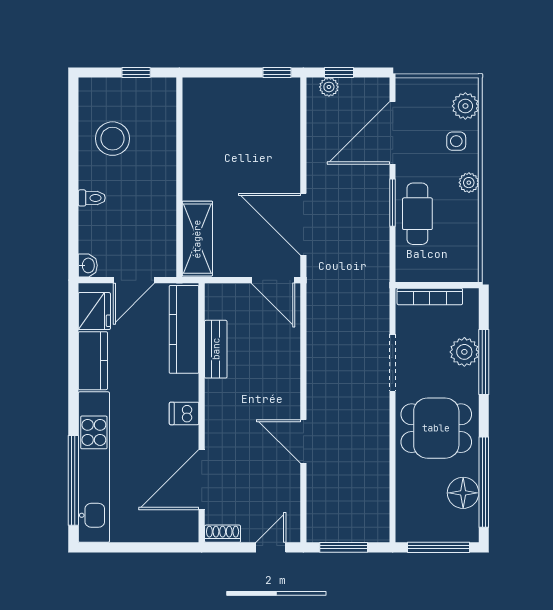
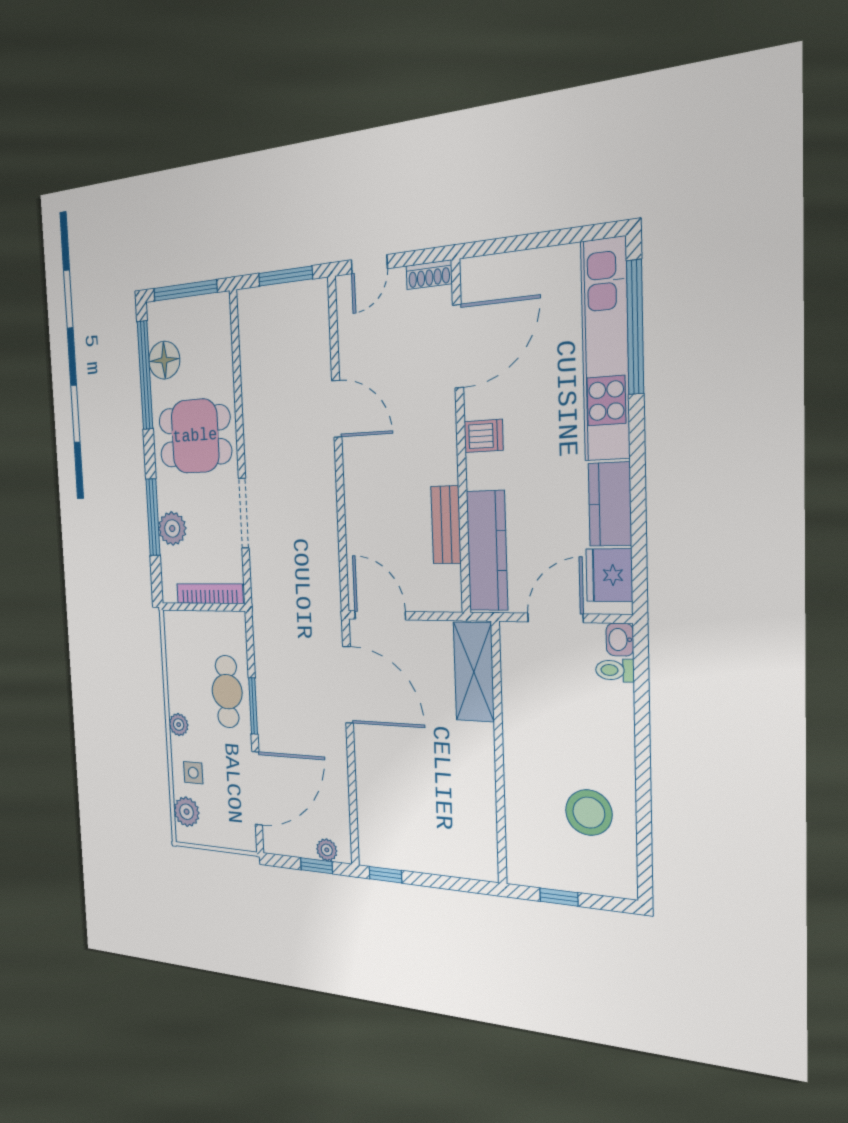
toilet: (92, 198) -> (615, 670), moved

